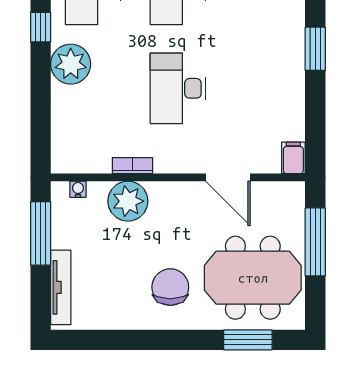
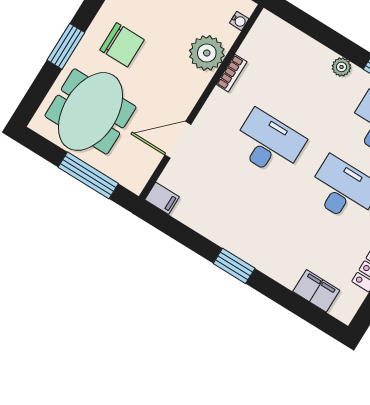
plant: (71, 64) -> (341, 67), width x0.53, depth x0.53
window: (248, 340) -> (66, 46), moved

